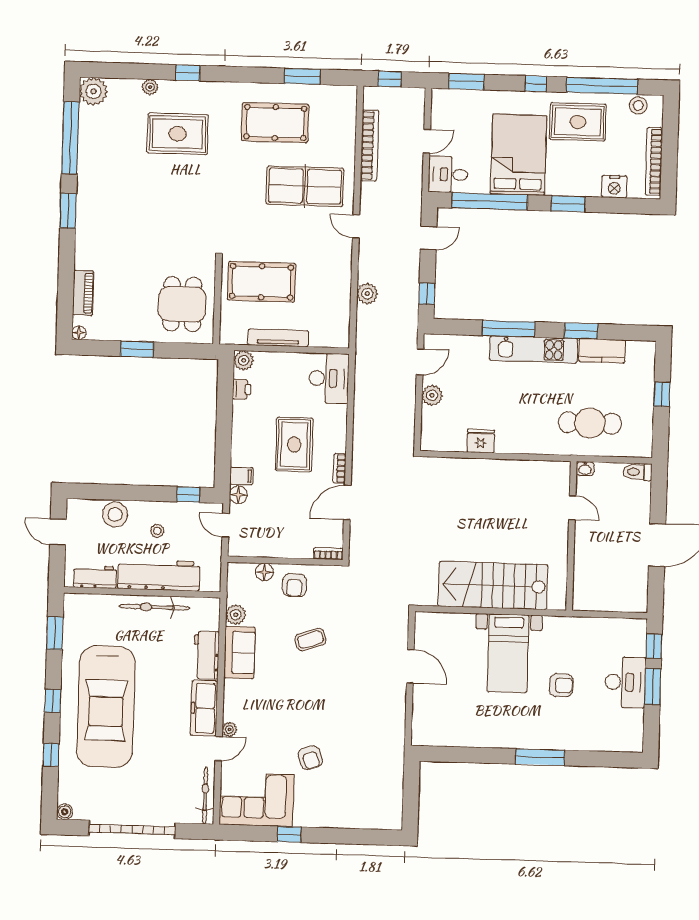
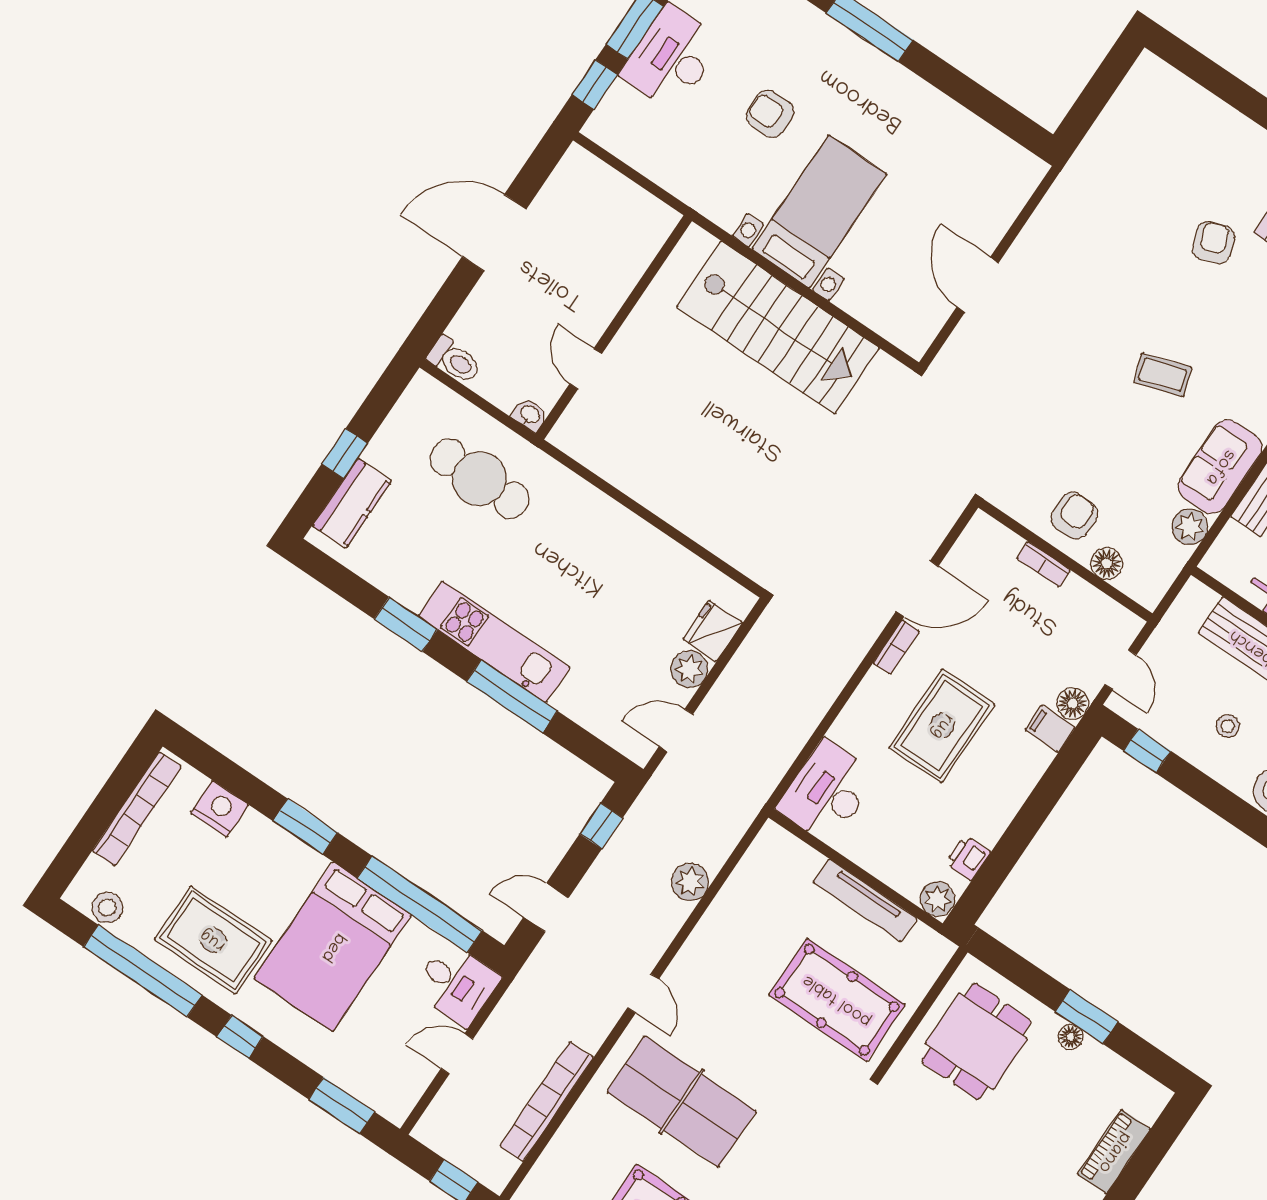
floor lamp: (79, 333) -> (1071, 1037), moved
kitchen counter: (602, 351) -> (352, 503), moved, turned 90
fridge: (481, 441) -> (713, 631), moved, turned 90
bookcase: (328, 554) -> (1043, 564), moved
coffee table: (310, 640) -> (1163, 375), moved

